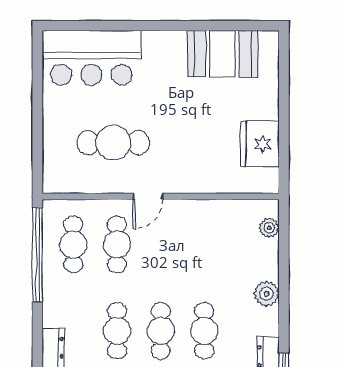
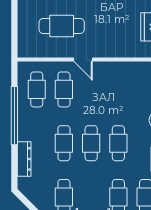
door: (148, 196) -> (83, 60), hinge flipped
window: (37, 255) -> (14, 116), moved

